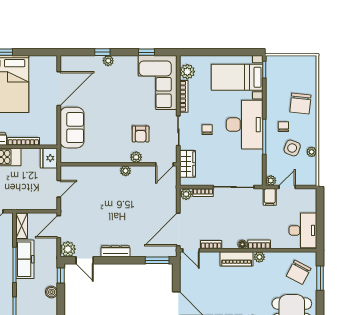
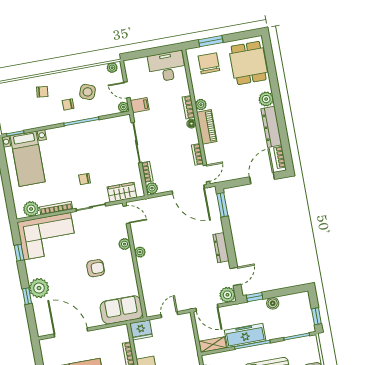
plant: (108, 61) -> (39, 288), width x1.87, depth x1.87
chair: (300, 104) -> (42, 92), width x0.54, depth x0.54
desk: (245, 125) -> (73, 143), removed
sofa: (72, 128) -> (121, 310), moved
armchair: (141, 134) -> (96, 268), moved
plant: (312, 152) -> (112, 68), moved
door: (59, 189) -> (169, 315), hinge flipped
chair: (299, 272) -> (209, 63), turned -118

